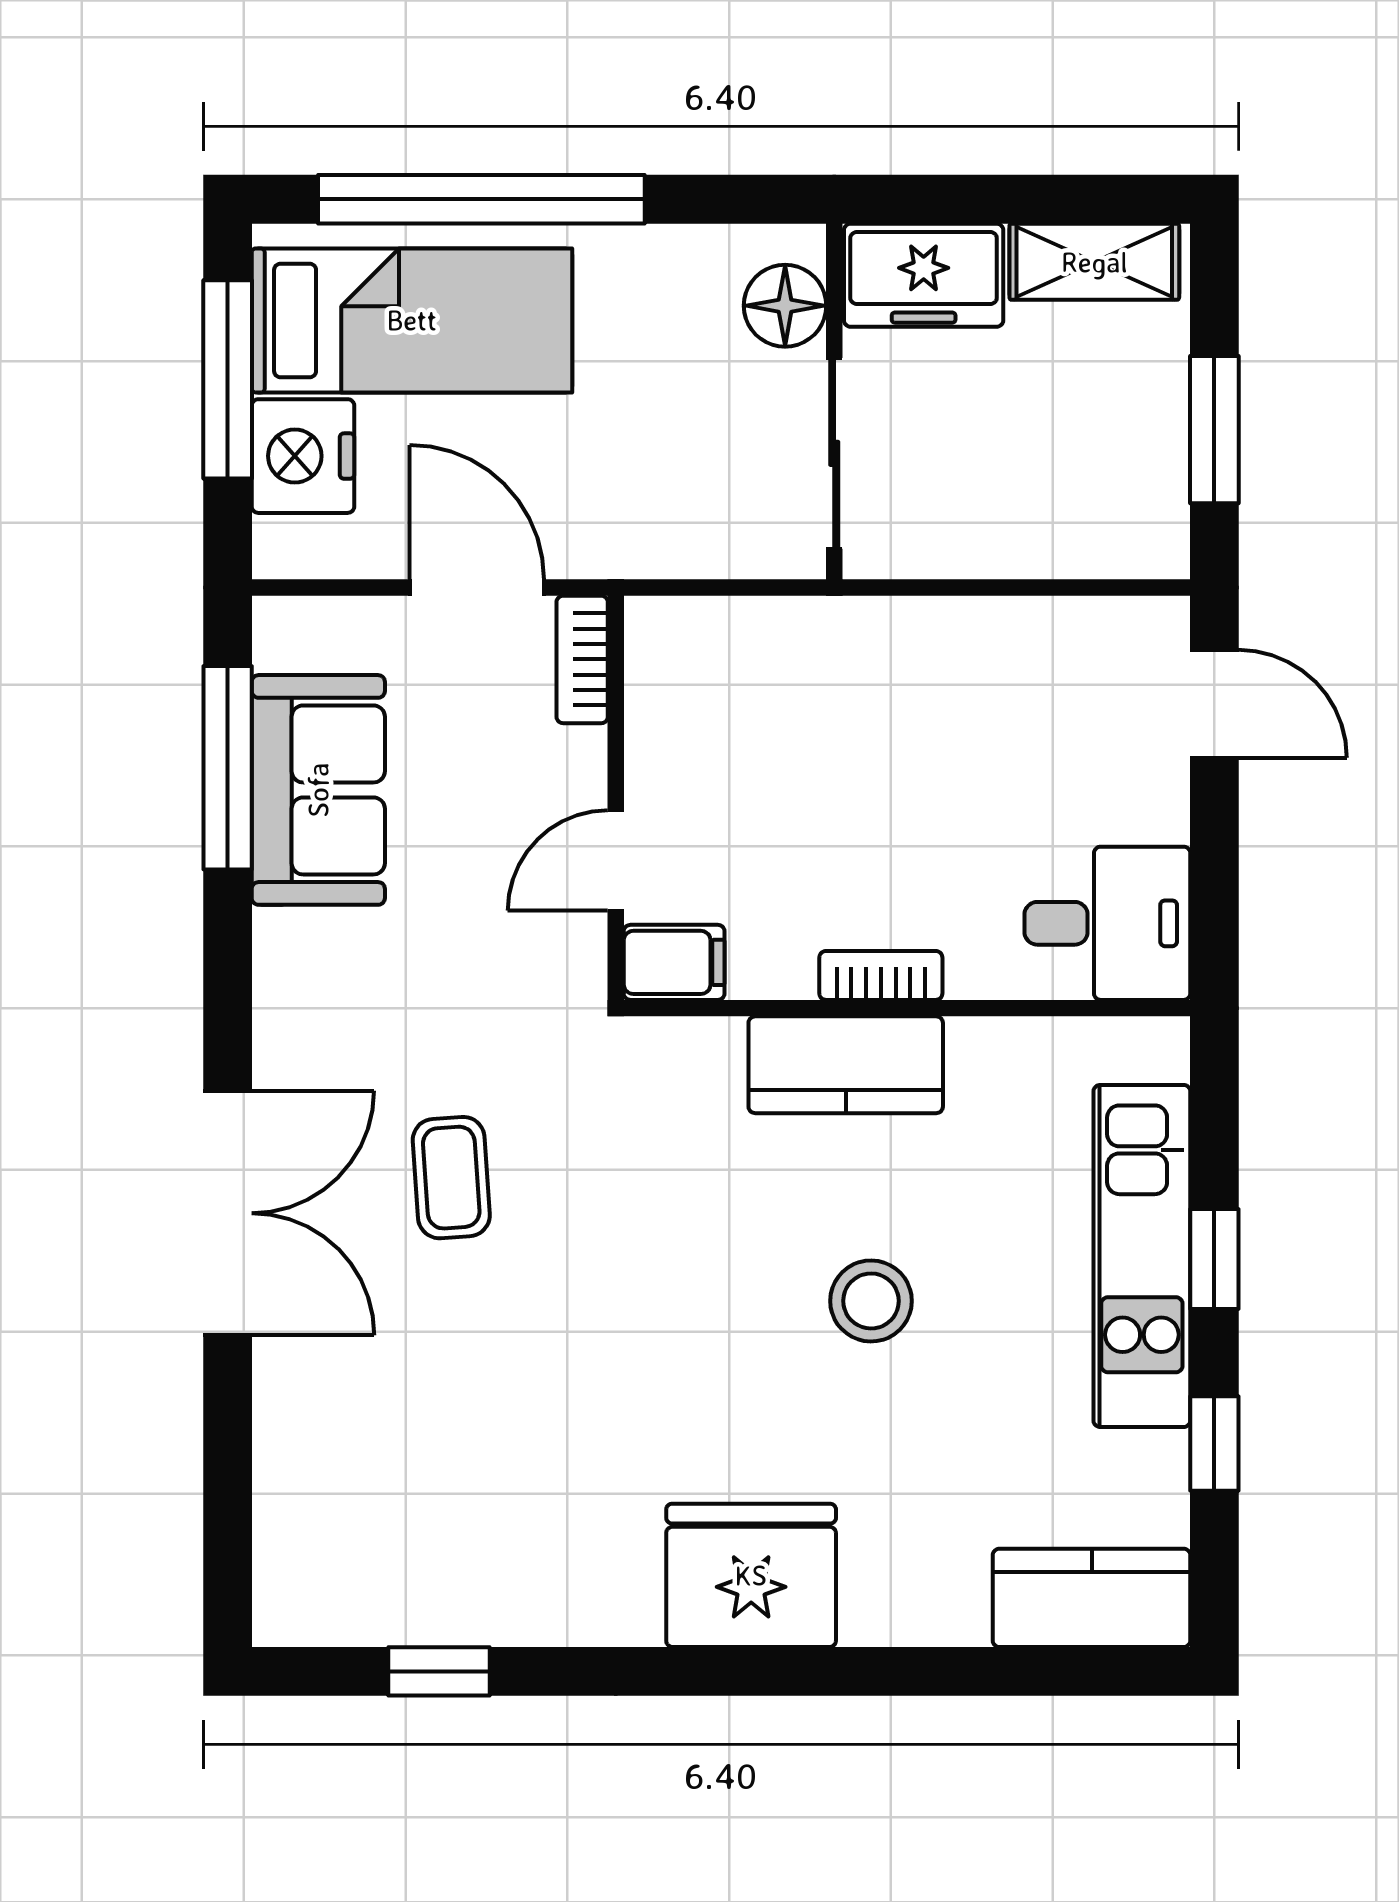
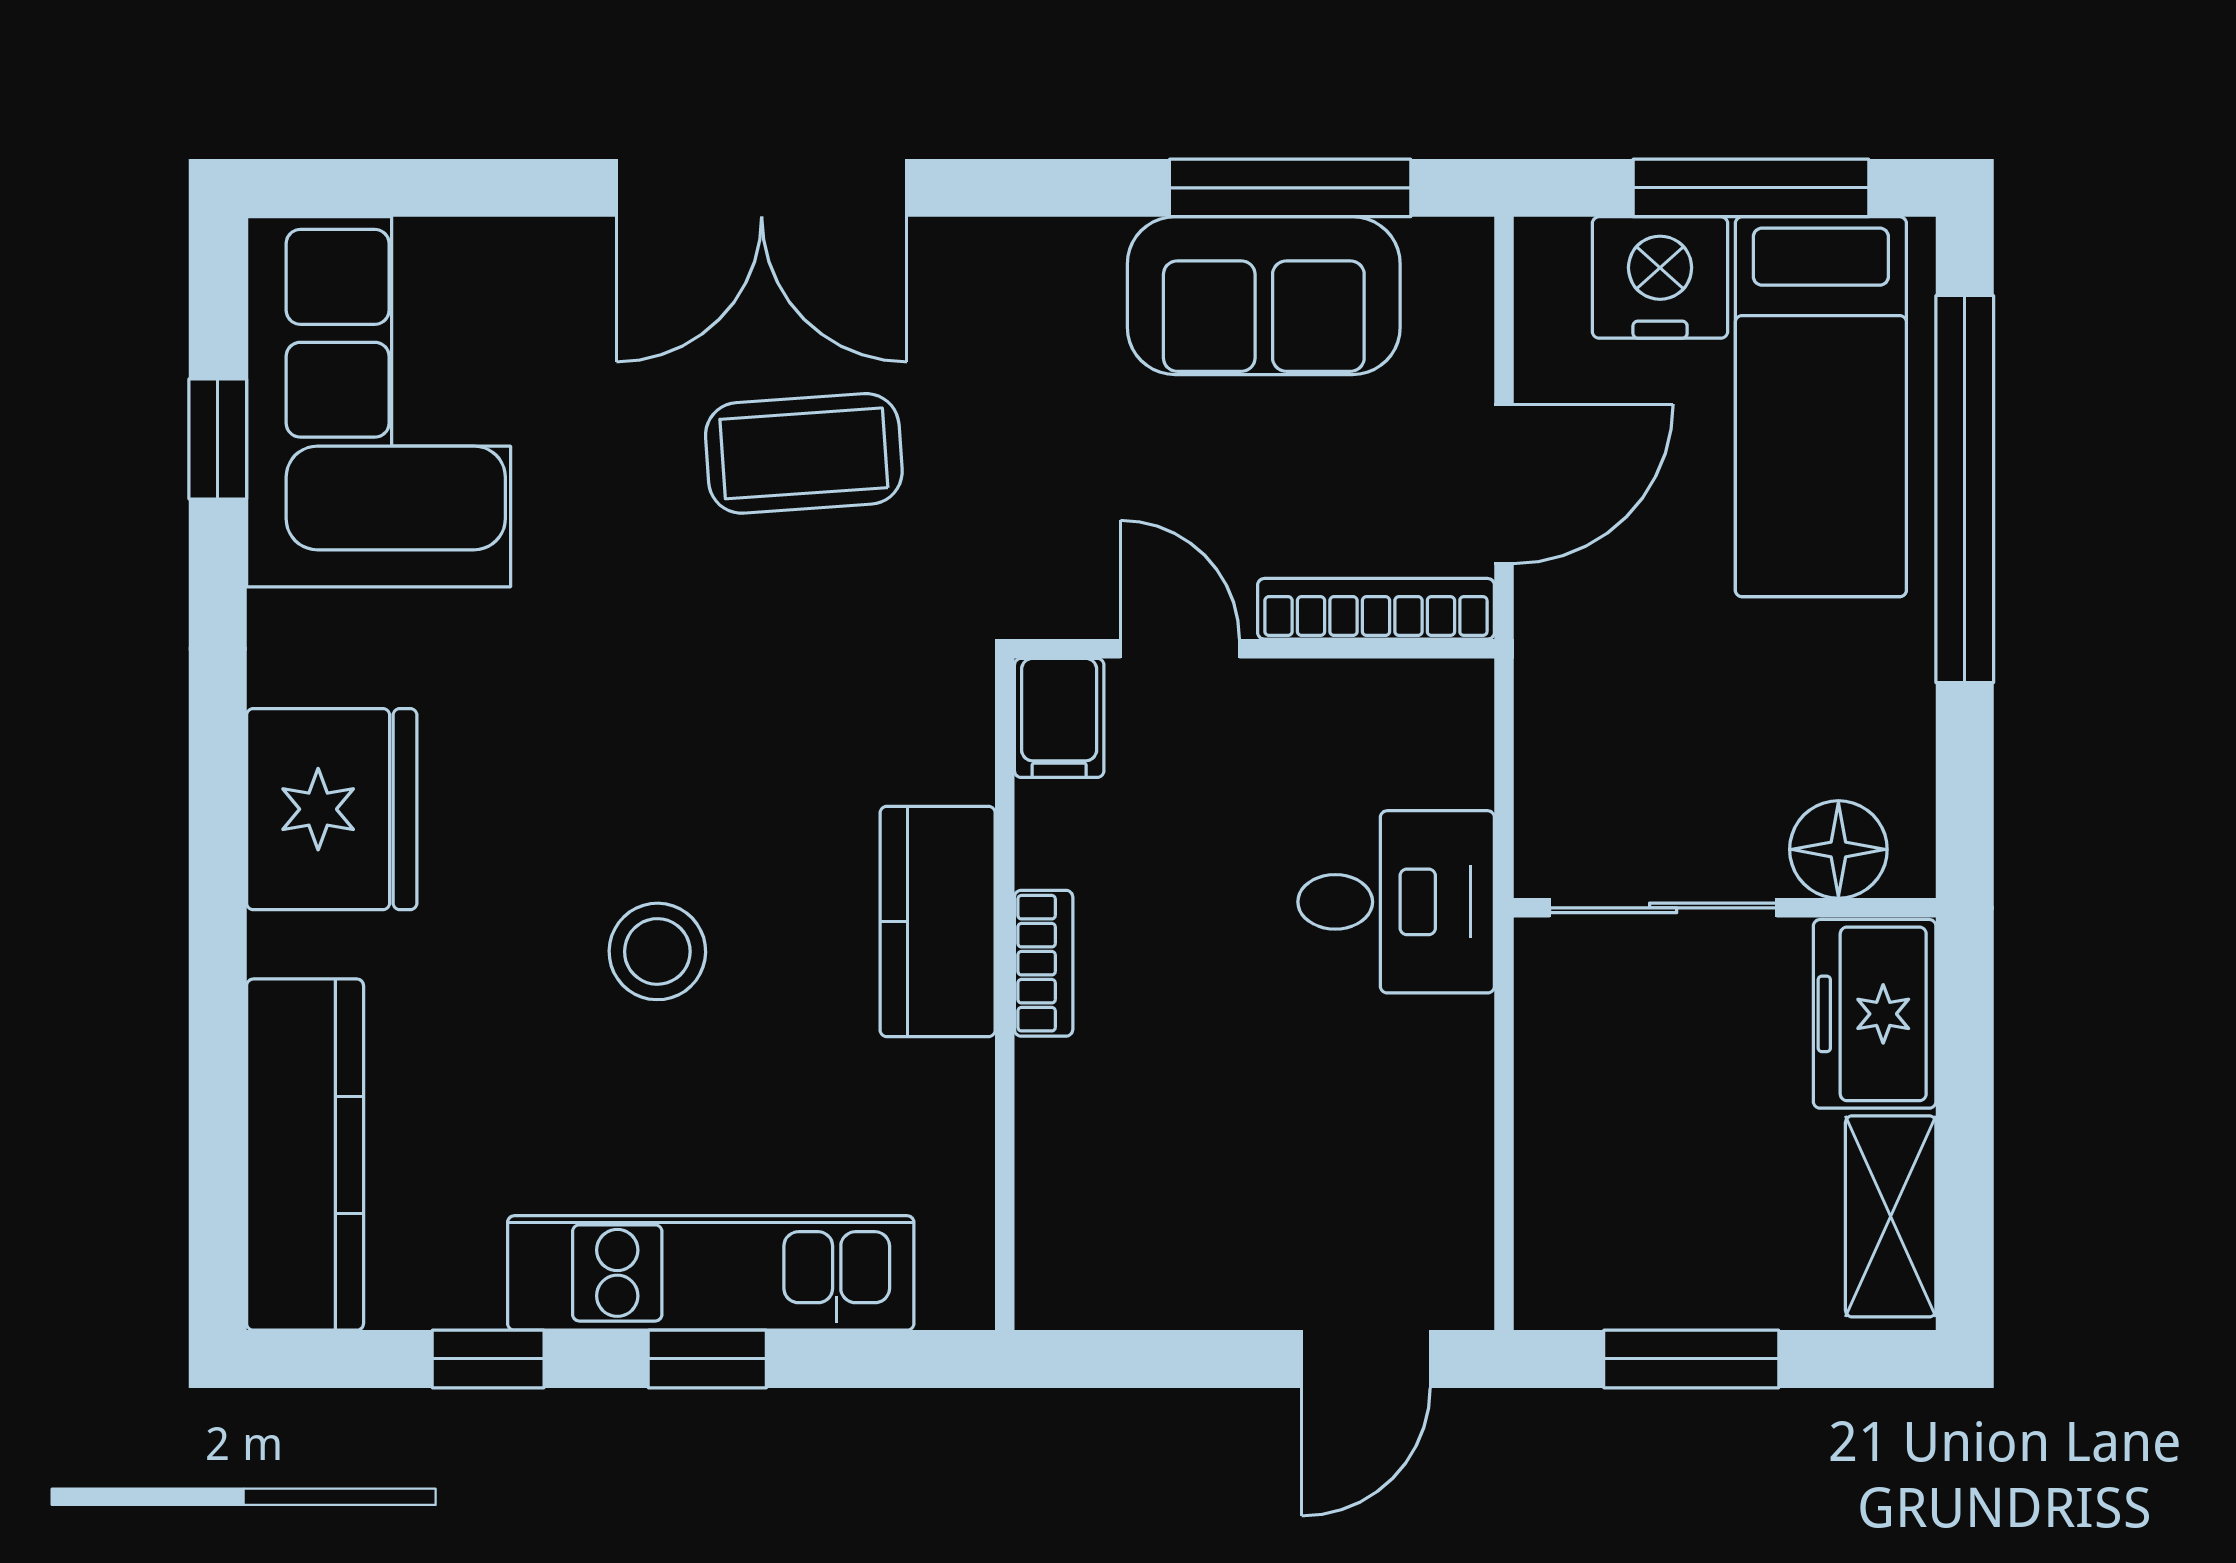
bookcase: (582, 659) -> (1376, 609), width x1.56
desk: (1107, 923) -> (1396, 902), moved, turned -90
coffee table: (451, 1178) -> (804, 453), width x1.36, depth x1.30
corner sofa: (408, 1536) -> (379, 402), added
kitchen counter: (1092, 1598) -> (305, 1155), width x1.50

